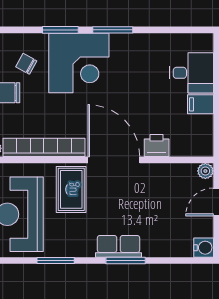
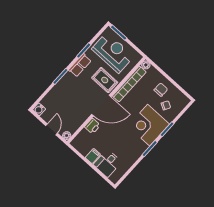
row of seats: (118, 246) -> (80, 65), moved

